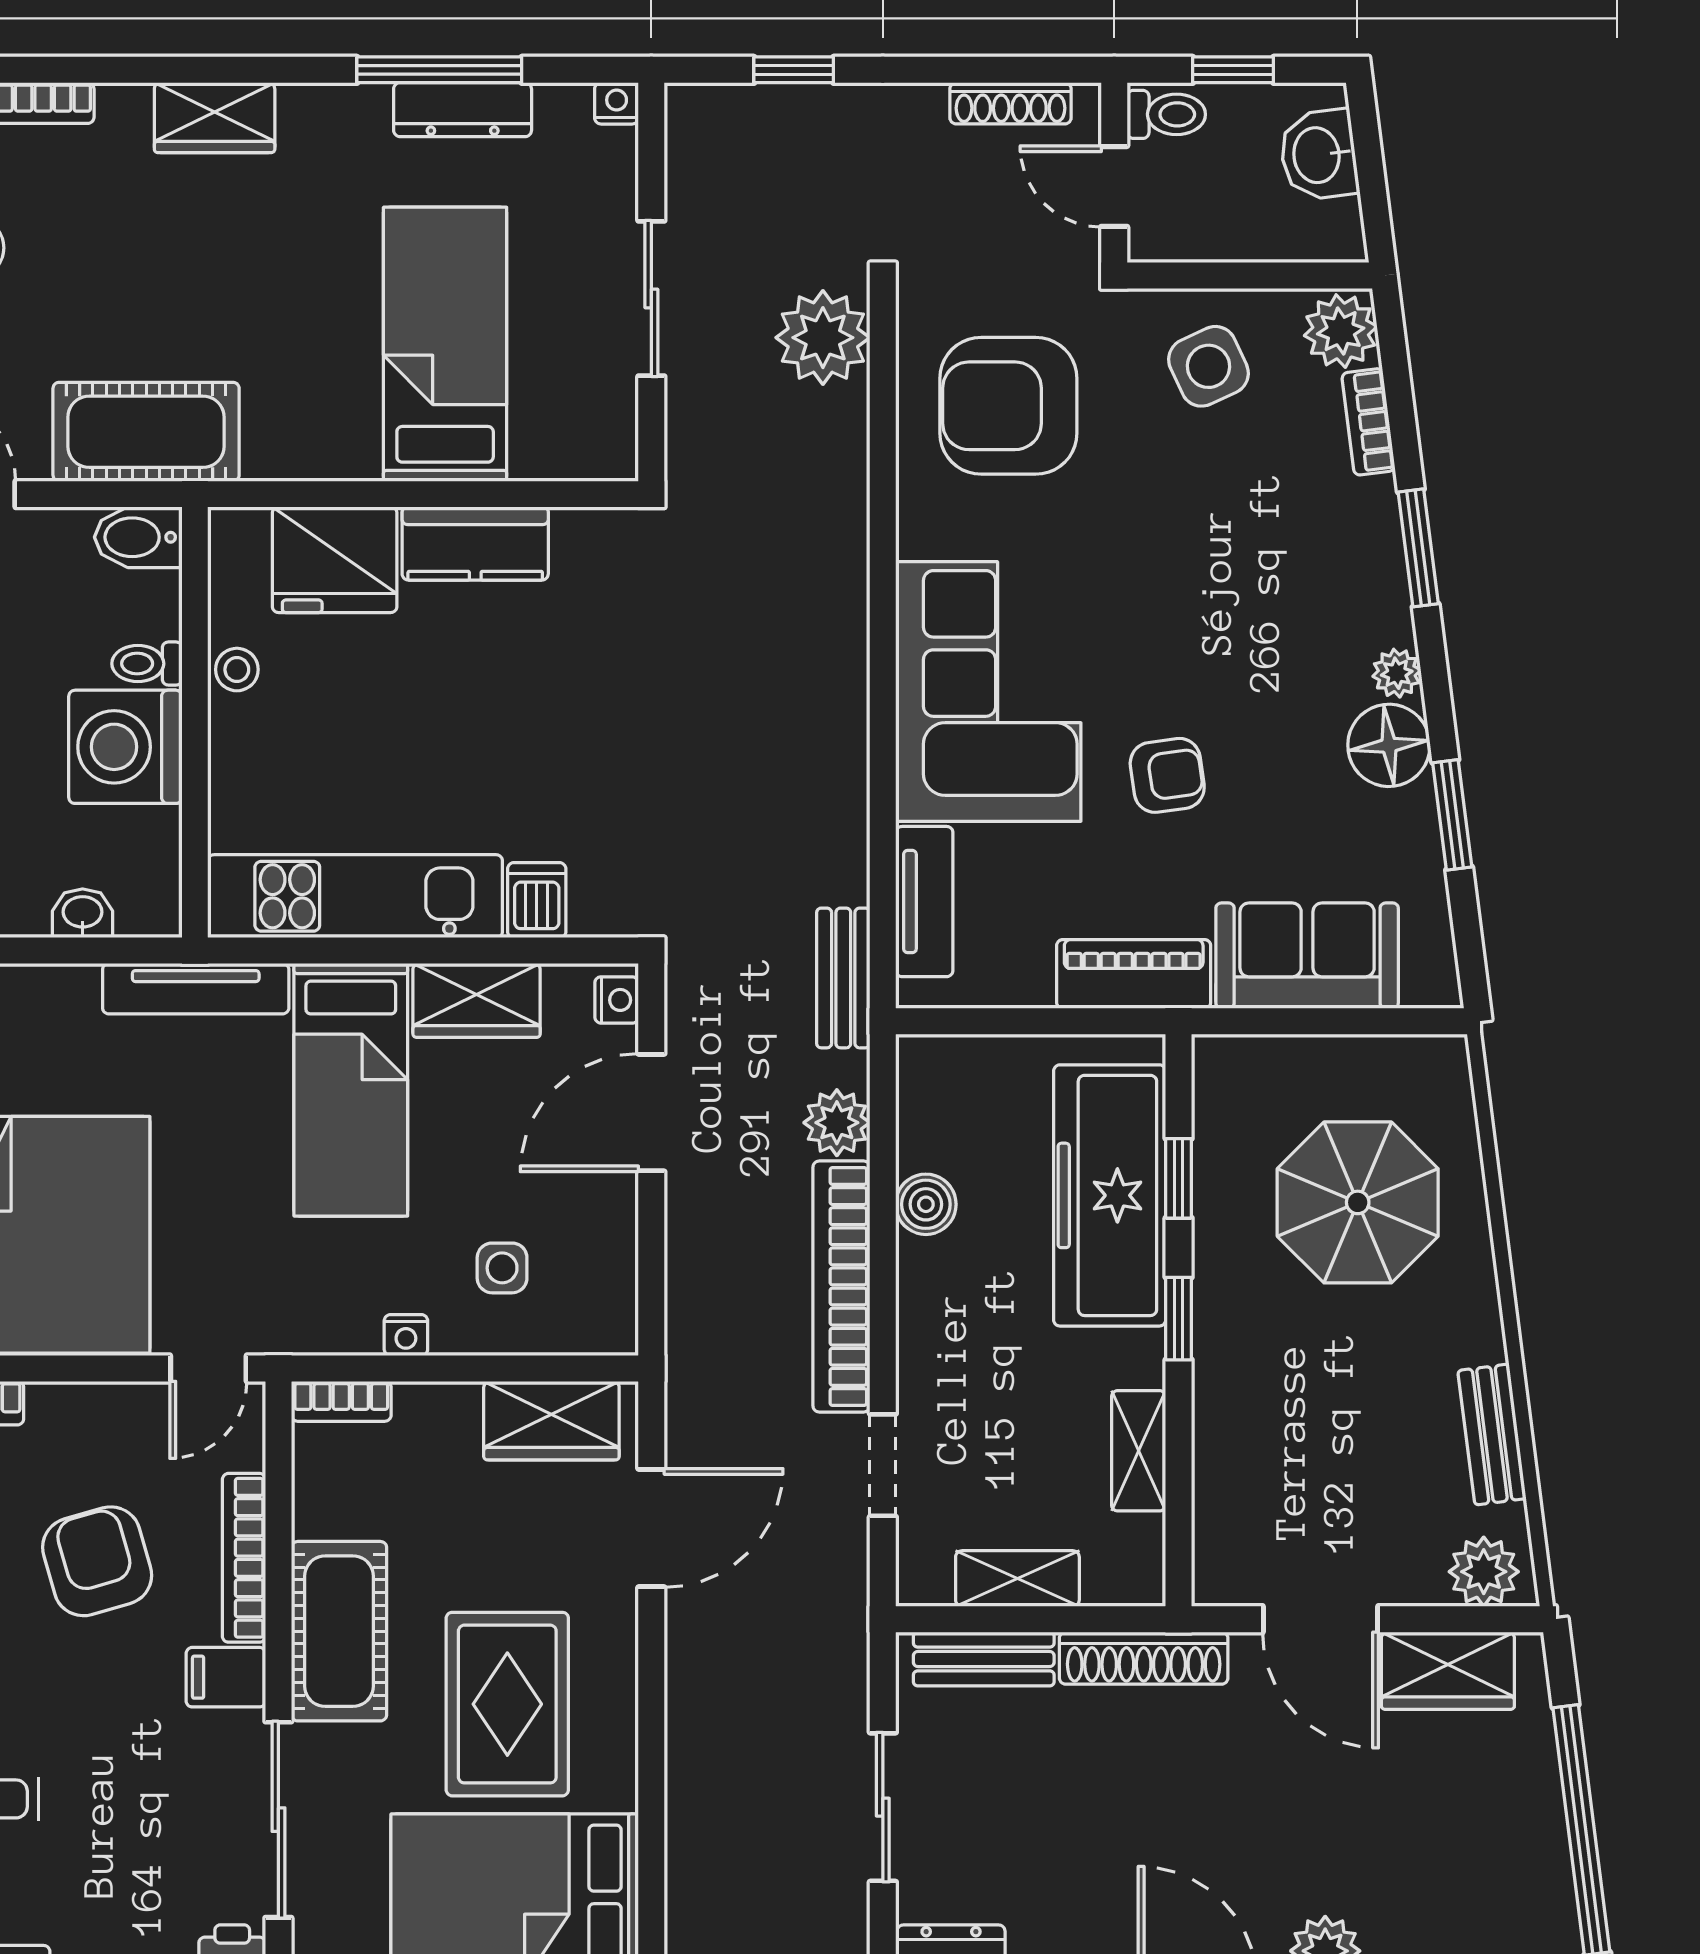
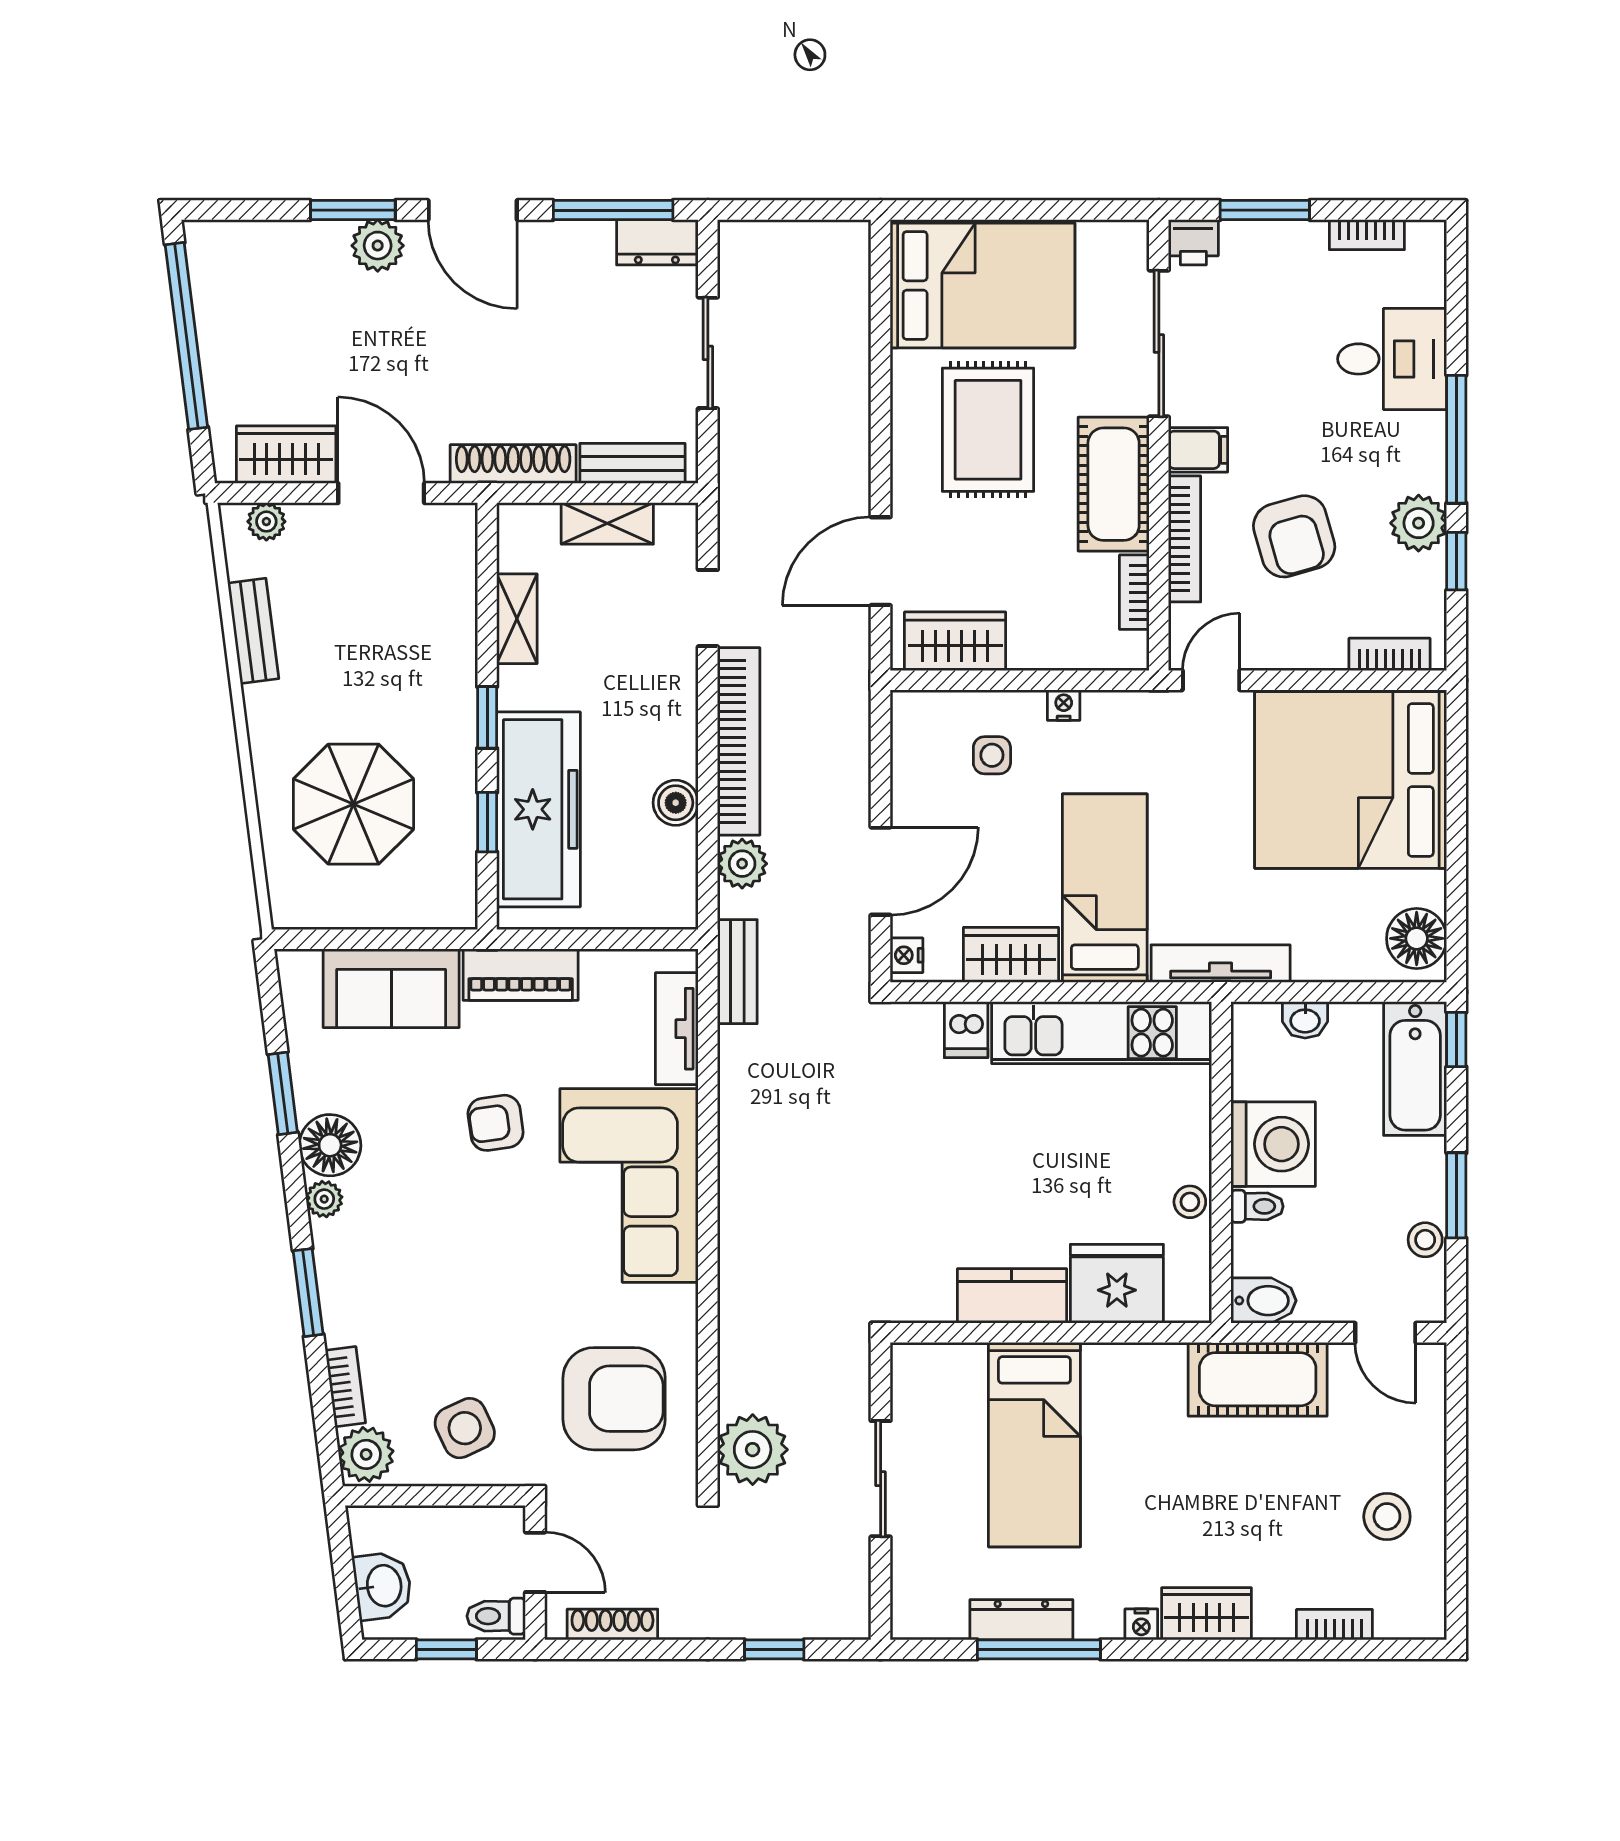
nightstand: (617, 103) -> (1141, 1624), moved
bookcase: (341, 1401) -> (1134, 592), moved, turned -90
plant: (1484, 1572) -> (266, 522), width x0.73, depth x0.73

